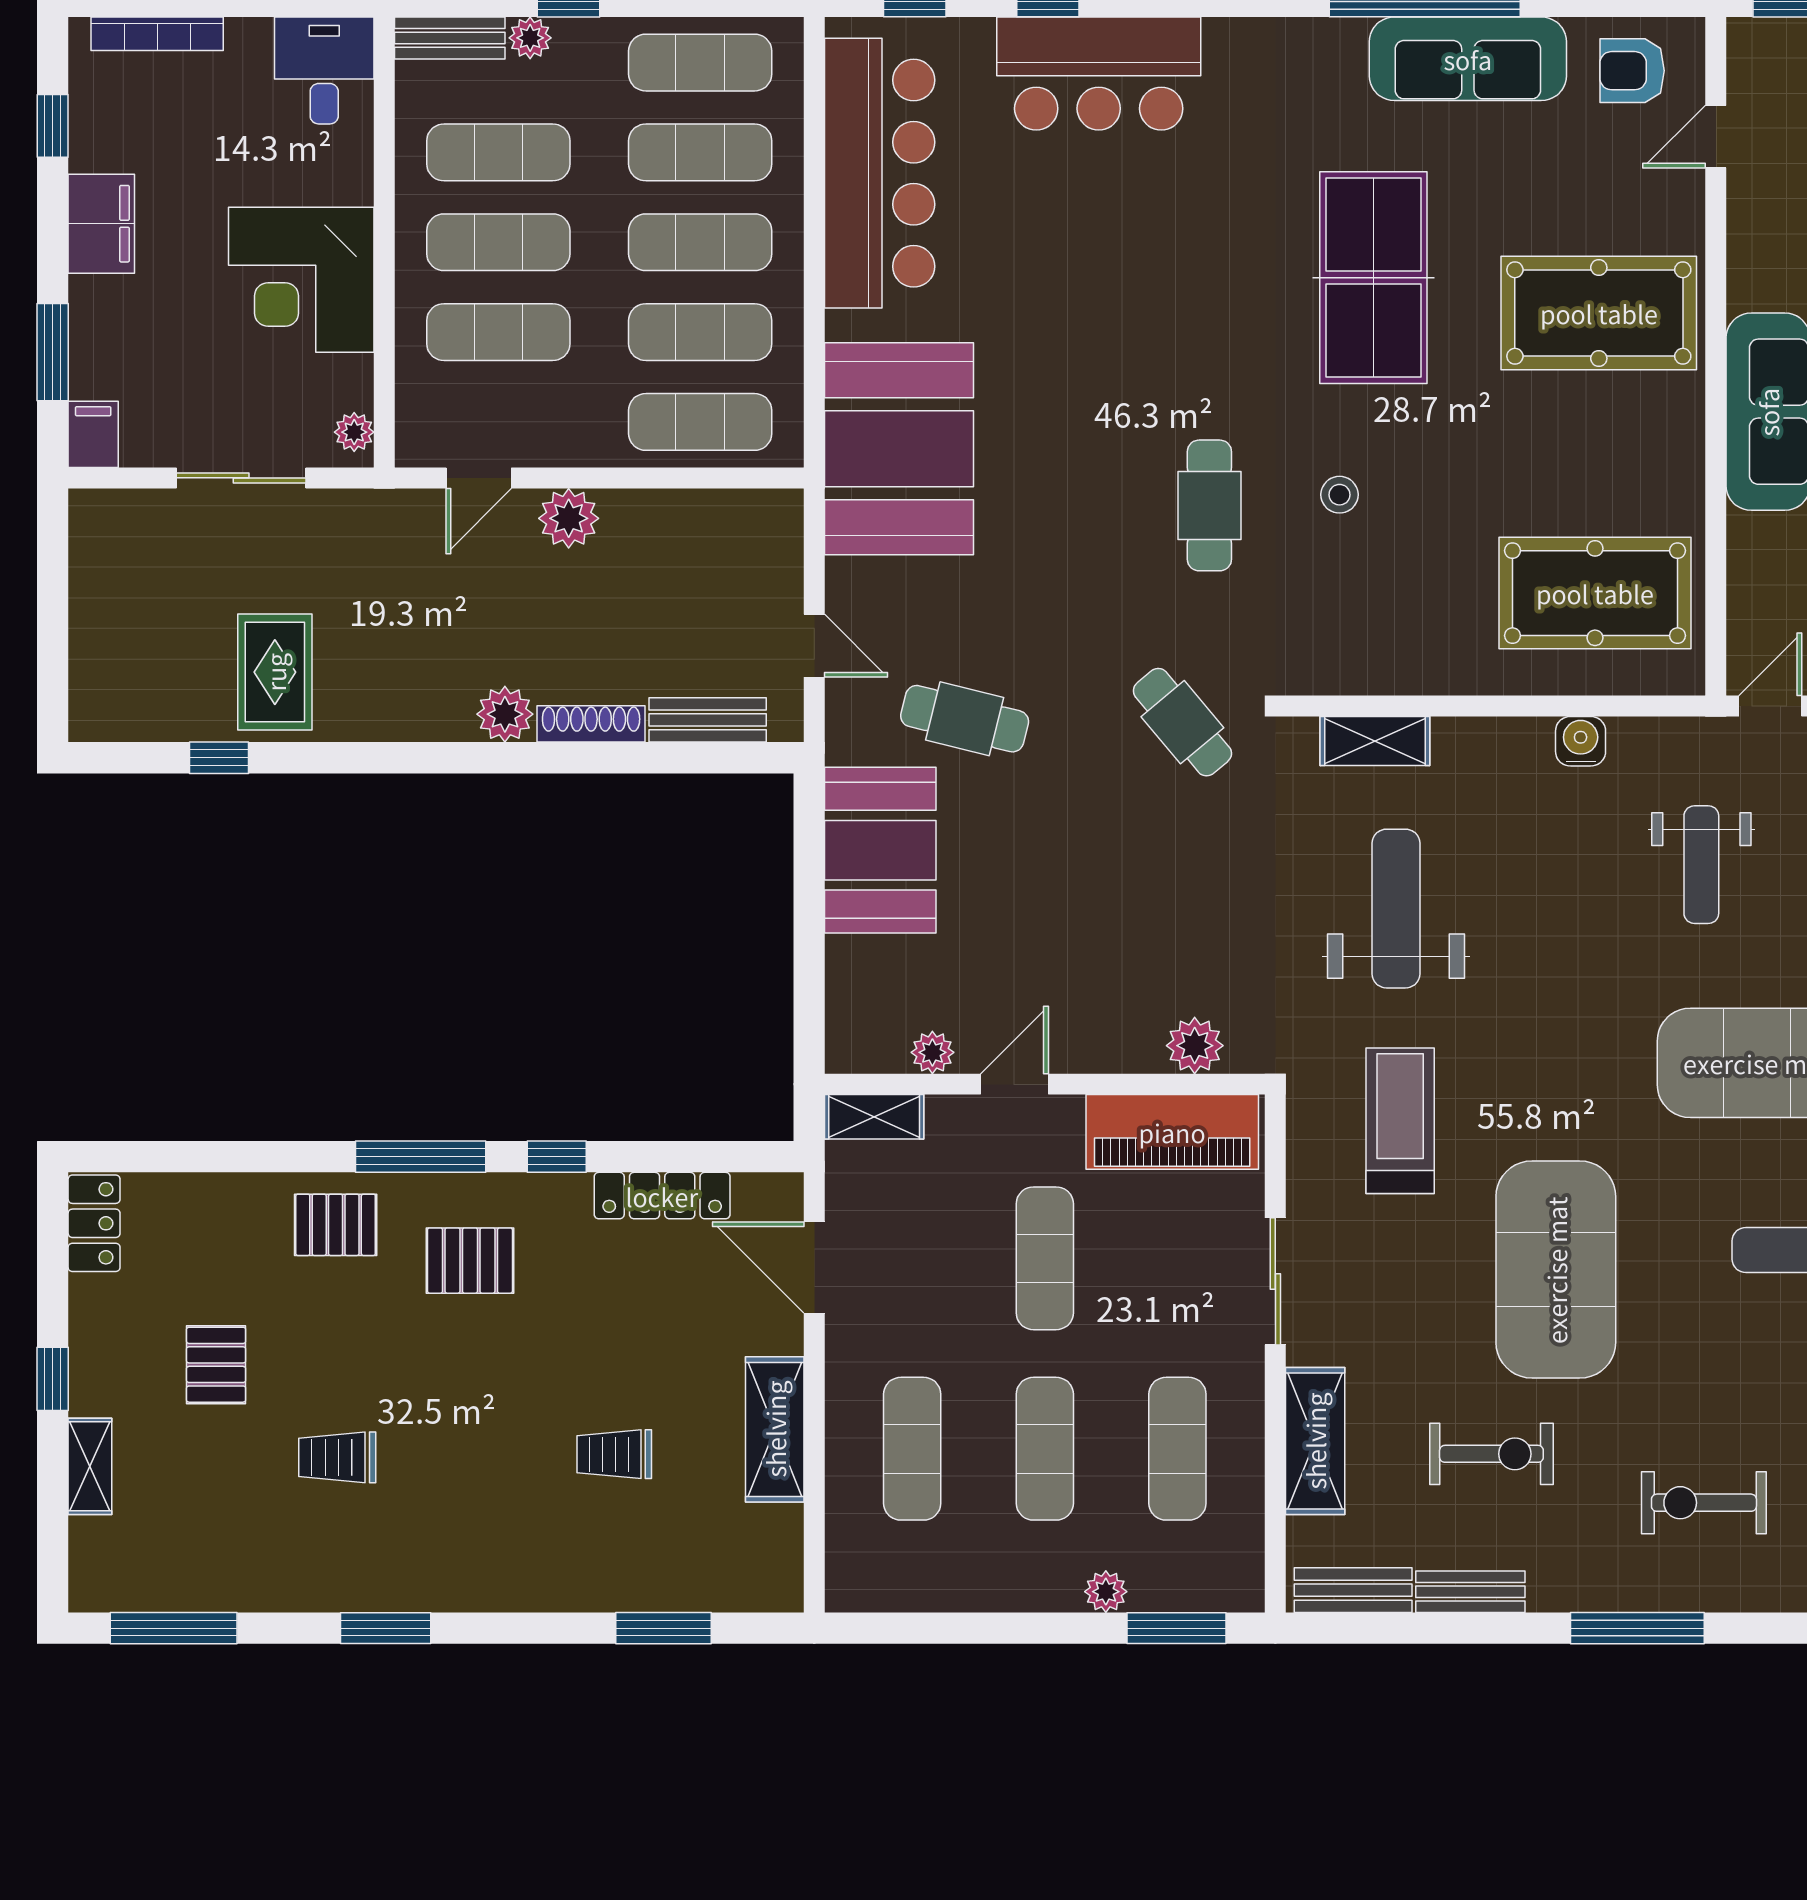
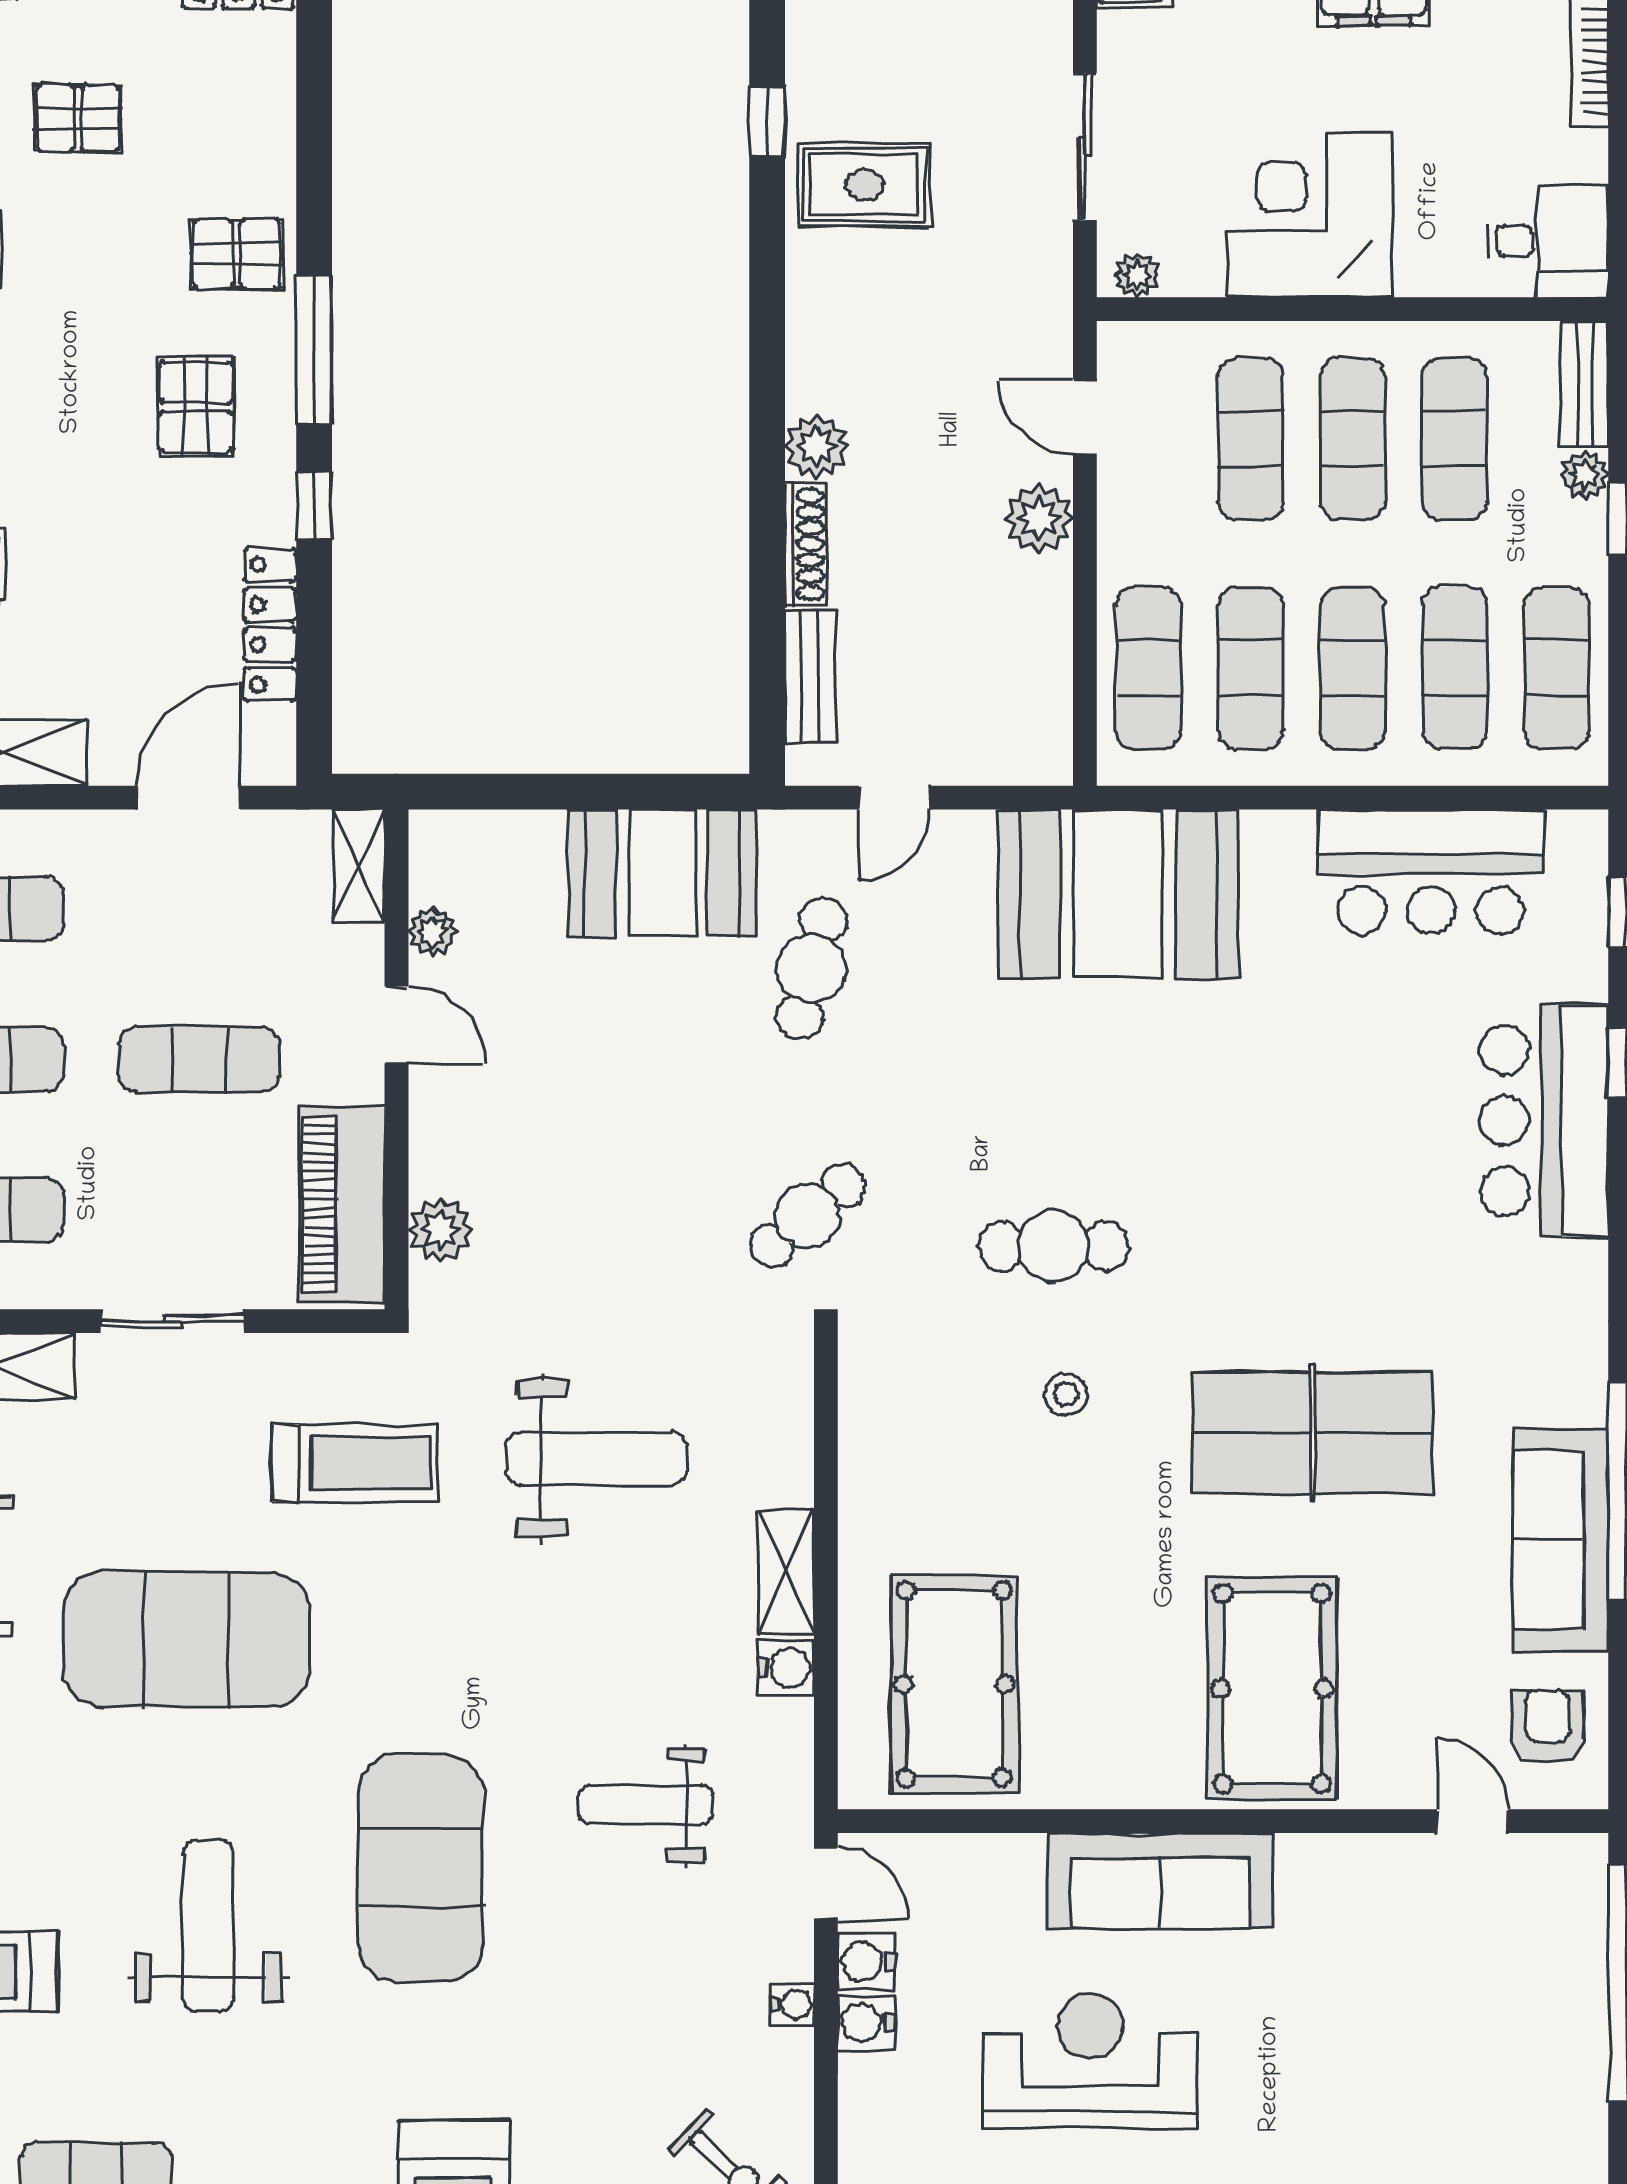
bar counter: (880, 173) -> (1431, 872), width x0.73
shelving: (1375, 741) -> (786, 1573), moved
pallet: (336, 1225) -> (237, 254), turned 90

